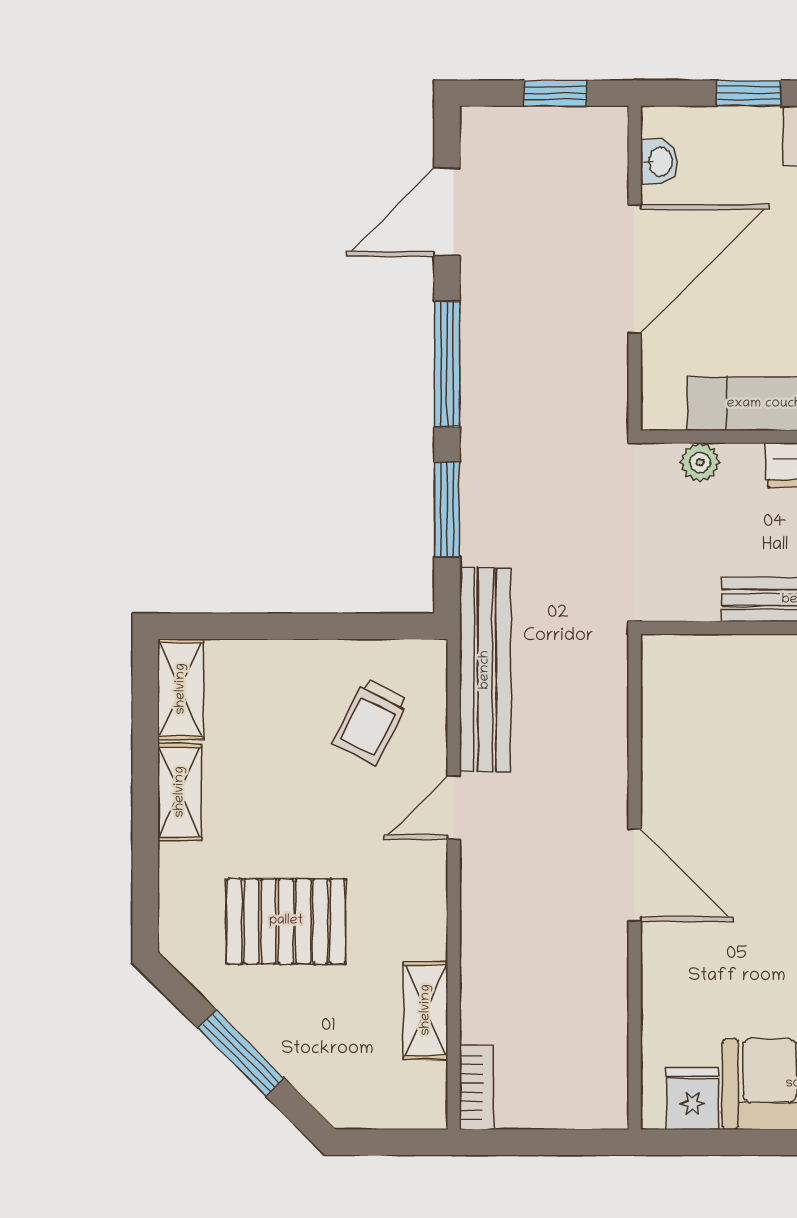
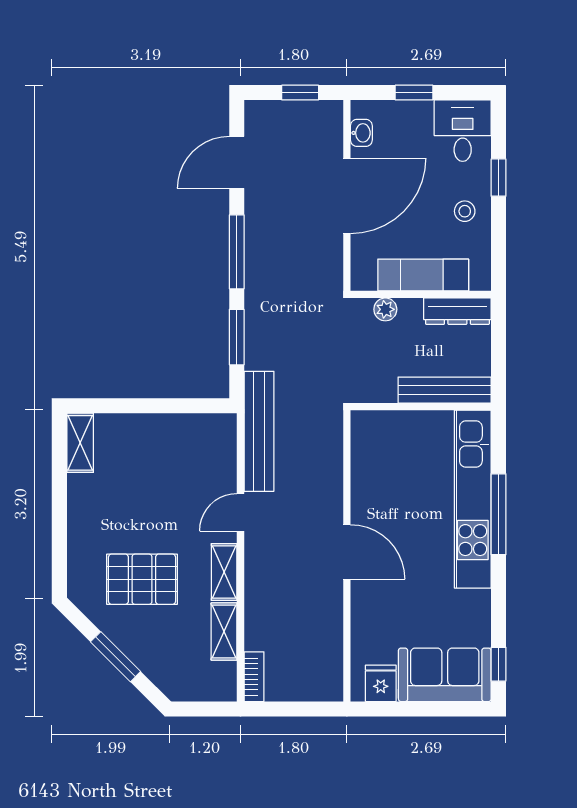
trolley: (370, 722) -> (192, 462), removed
shelving: (180, 792) -> (224, 572), moved

